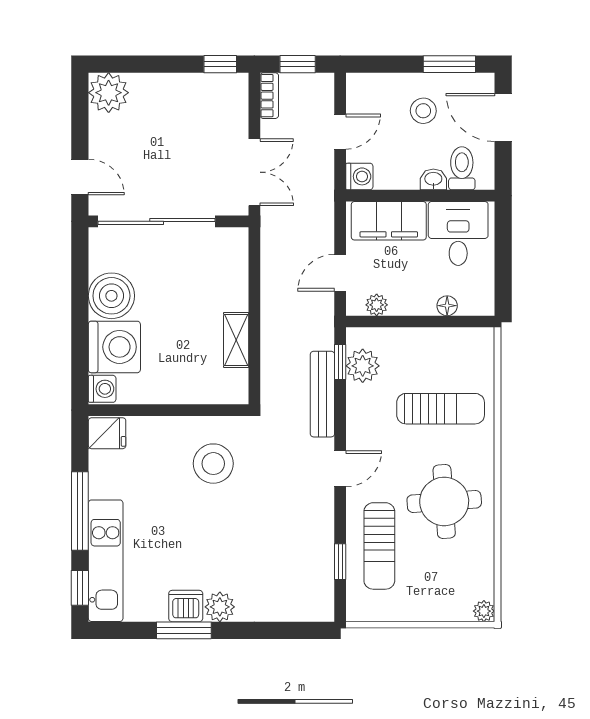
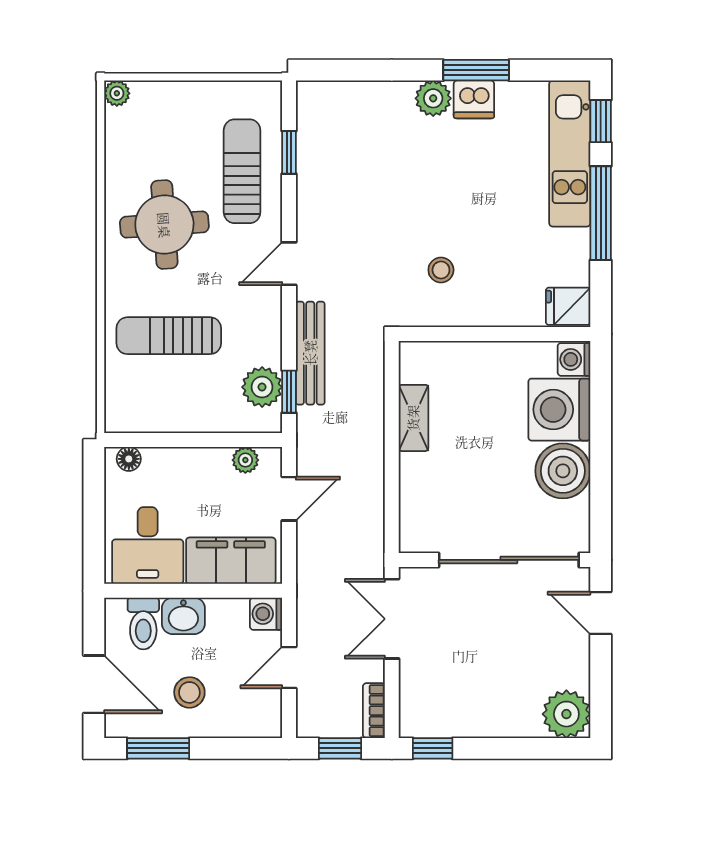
washbasin: (433, 179) -> (183, 616), width x1.38, depth x1.45
floor lamp: (447, 306) -> (129, 459), moved
stool: (213, 464) -> (441, 270), width x0.53, depth x0.53

